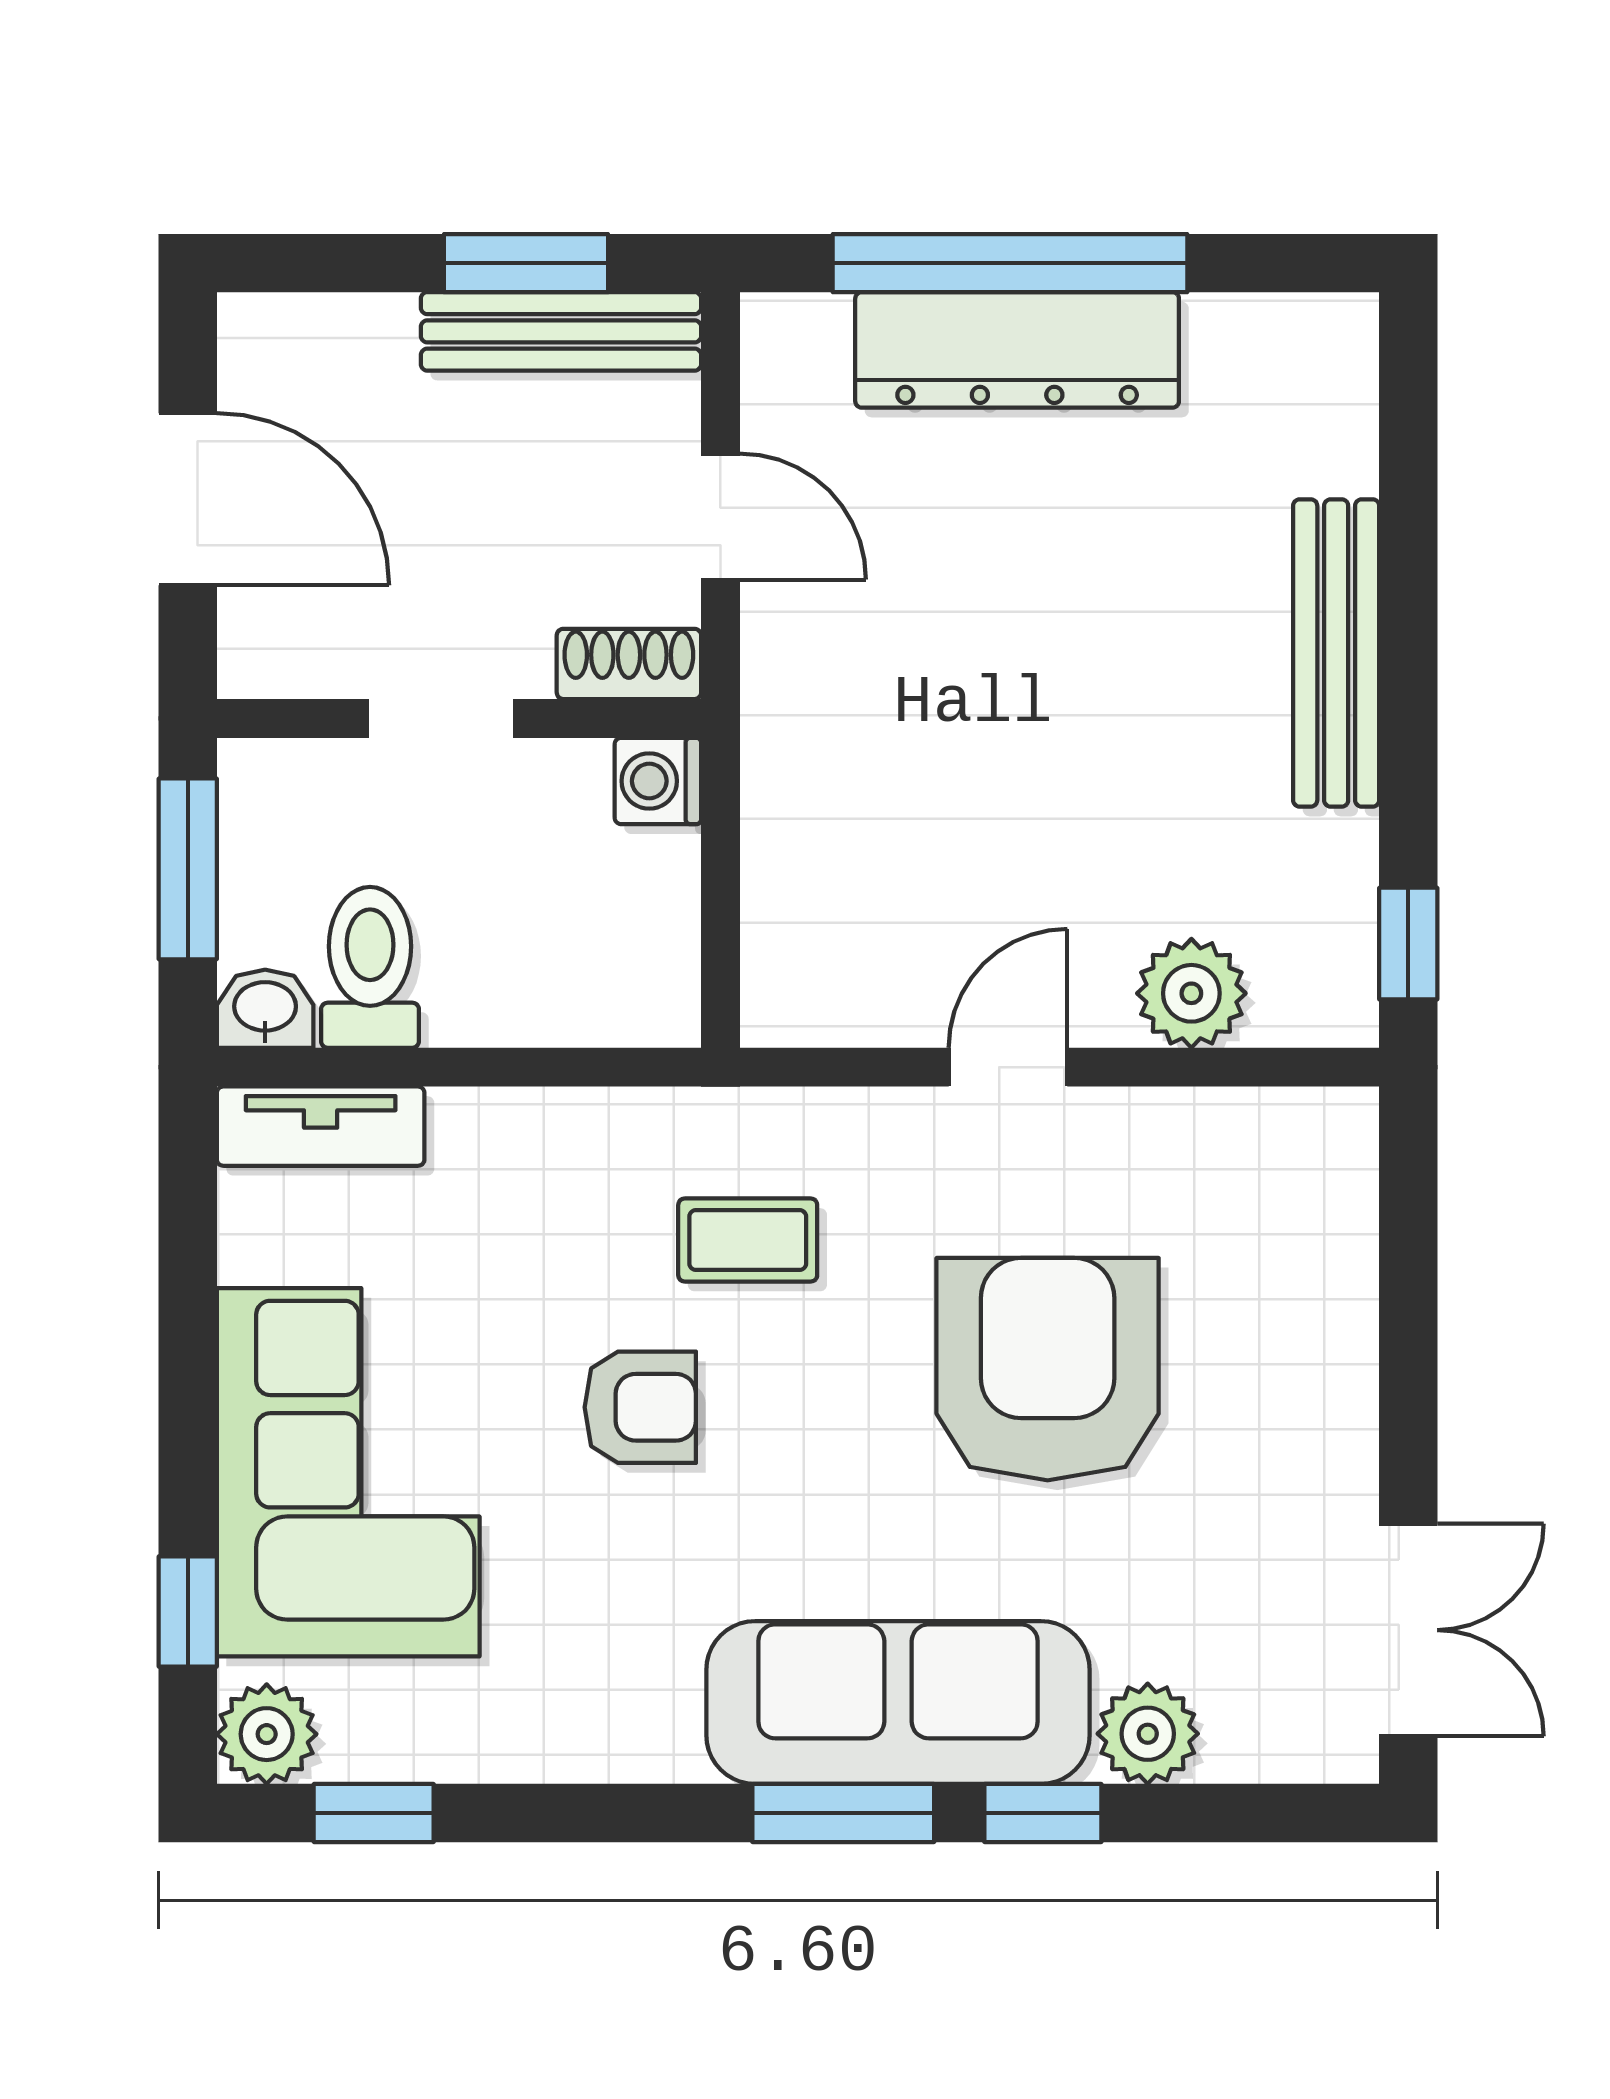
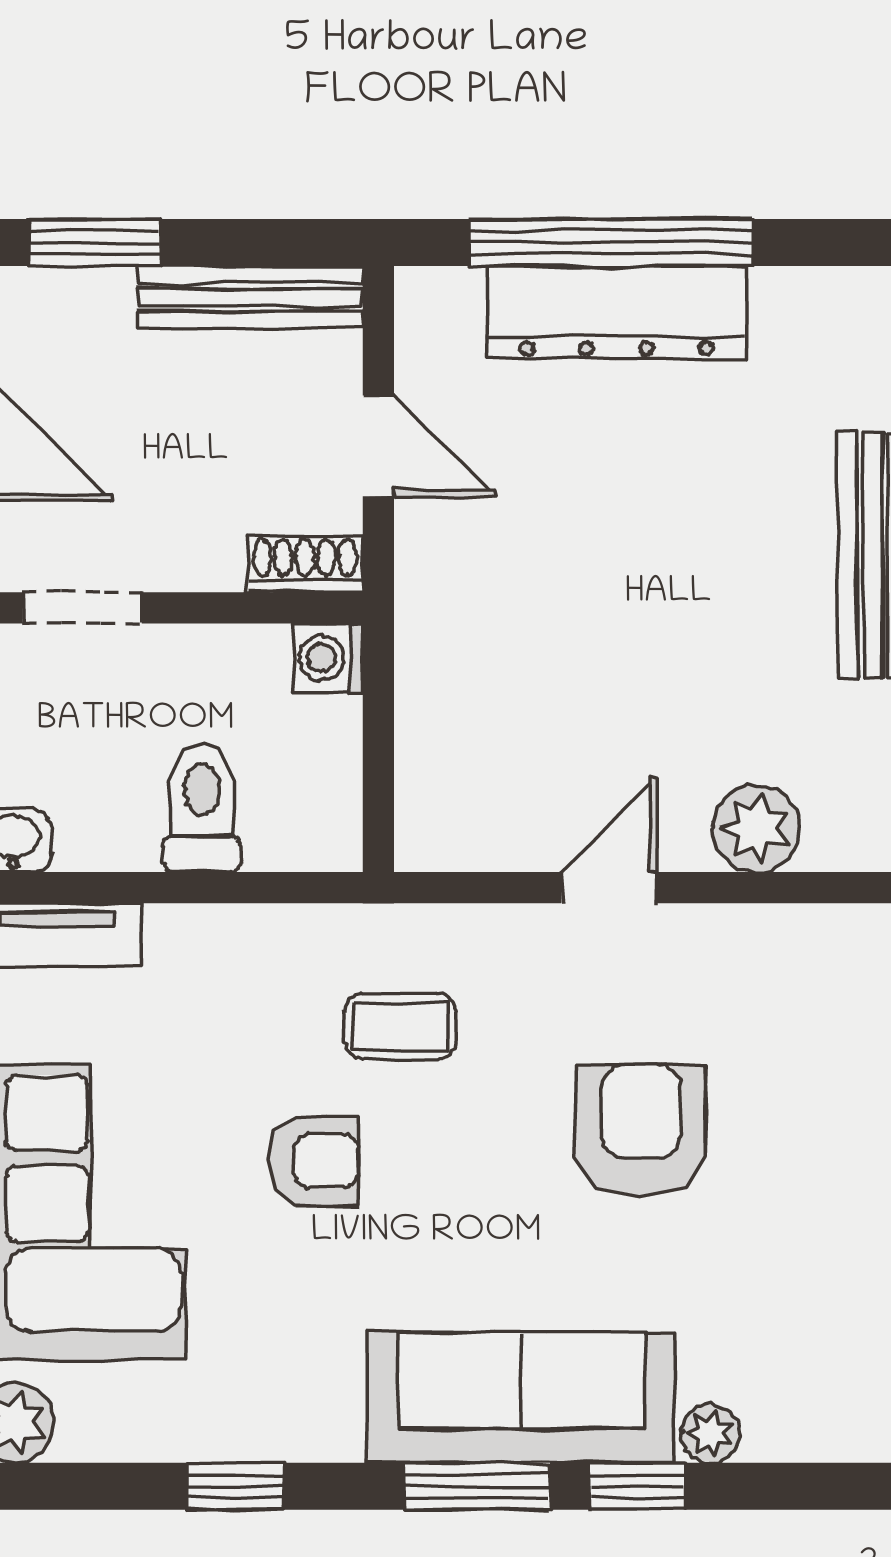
window: (526, 263) -> (94, 242), moved
doorway: (441, 718) -> (82, 608), moved
toilet: (370, 967) -> (202, 808), moved
armchair: (1048, 1369) -> (641, 1130), width x0.73, depth x0.73
plant: (1148, 1734) -> (710, 1434), width x0.73, depth x0.73
window: (374, 1813) -> (235, 1486), moved

